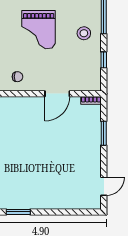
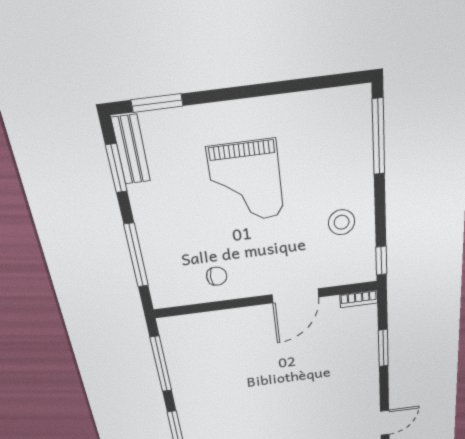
stool: (84, 33) -> (342, 222), moved
window: (104, 60) -> (381, 261), moved

